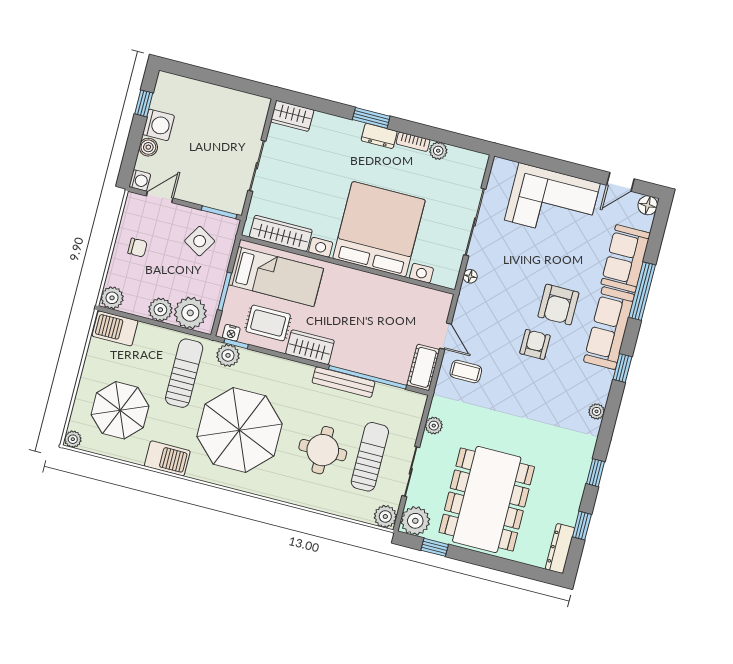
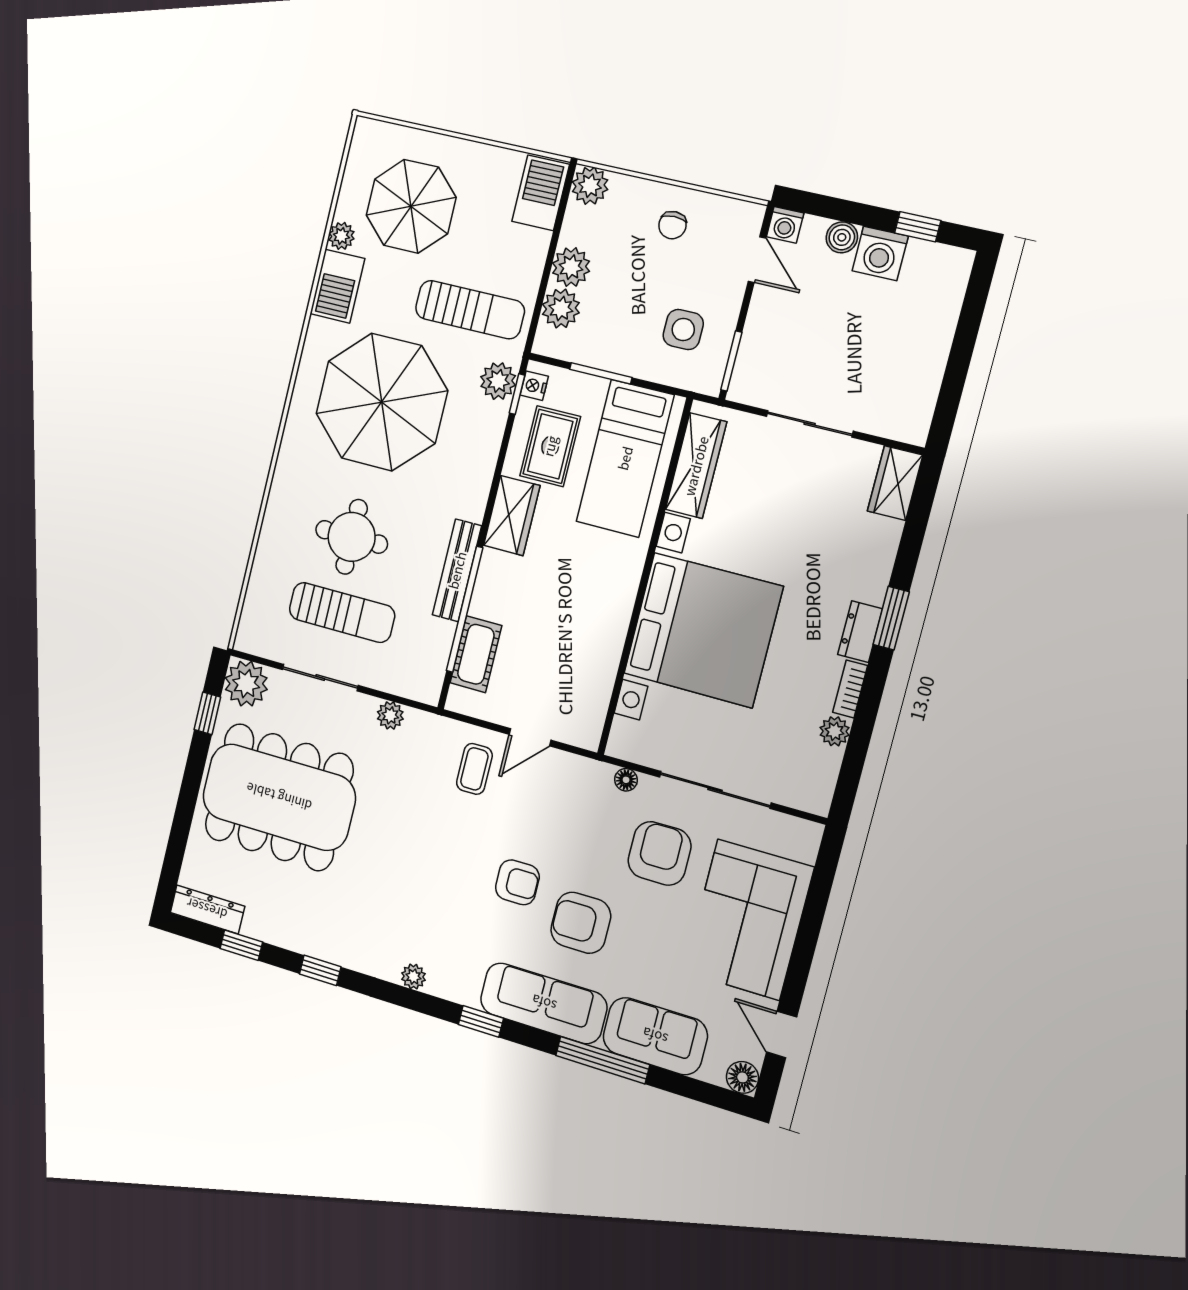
side table: (200, 241) -> (683, 330), turned -31
armchair: (514, 256) -> (660, 853), added
plant: (190, 313) -> (561, 308), width x0.73, depth x0.73
cot: (423, 367) -> (476, 654), moved, turned 90
plant: (73, 439) -> (341, 236), moved
plant: (385, 516) -> (252, 636), removed

